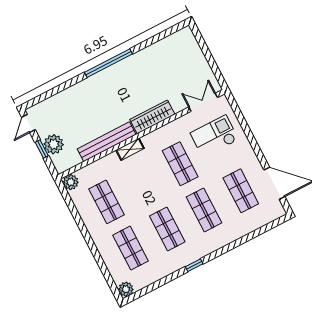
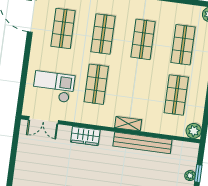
wardrobe: (152, 117) -> (85, 136), width x0.67
checkout: (214, 136) -> (54, 87), turned 180
plant: (54, 144) -> (190, 176), width x0.53, depth x0.53

